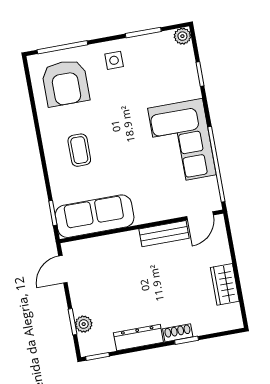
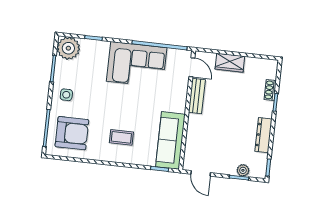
plant: (182, 36) -> (68, 48), width x1.87, depth x1.87
wardrobe: (225, 284) -> (230, 63), moved
shoe rack: (178, 333) -> (270, 90), moved

